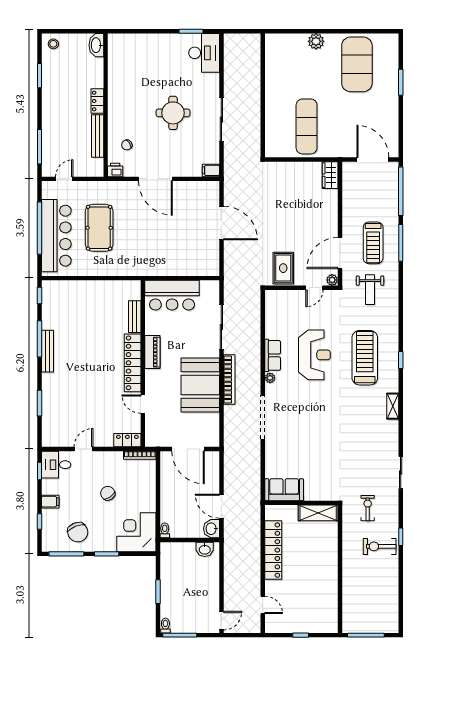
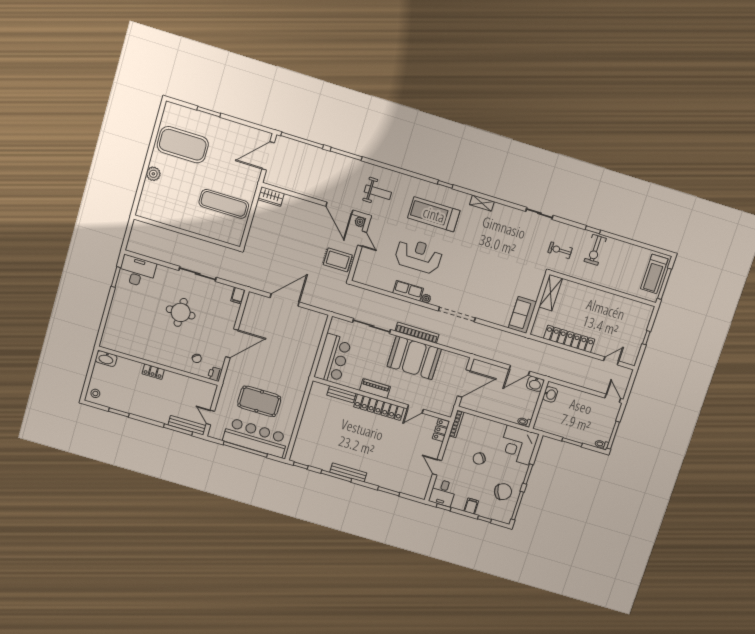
bench: (98, 136) -> (187, 425), moved
treadmill: (373, 243) -> (654, 274), moved, turned 90

